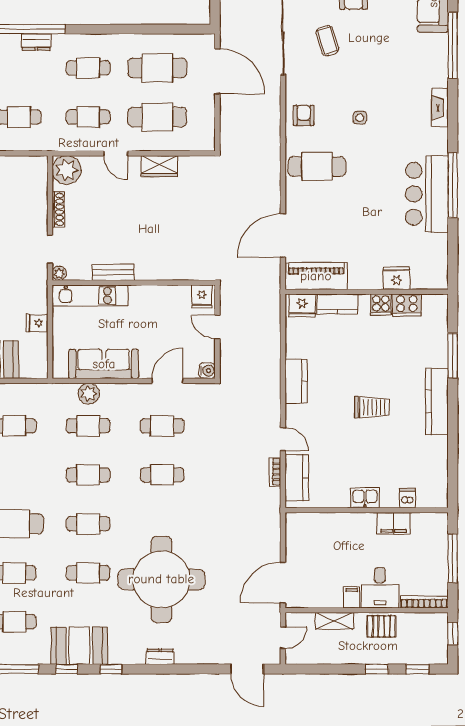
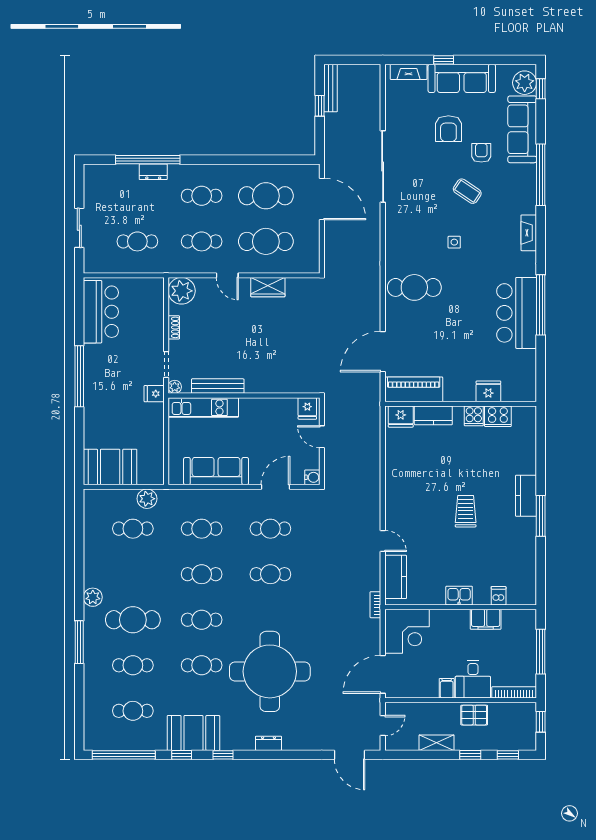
coffee table: (327, 41) -> (467, 191), moved, turned -39
armchair: (304, 116) -> (481, 153), moved
shoe rack: (58, 209) -> (174, 327), width x0.70
bench: (113, 273) -> (218, 386), width x1.36
fridge: (37, 323) -> (154, 394), moved
window: (453, 356) -> (541, 516), moved
kitchen counter: (296, 381) -> (395, 487), removed
plant: (89, 394) -> (147, 499), moved
kitchen counter: (437, 402) -> (526, 496), width x0.67
trolley: (372, 407) -> (466, 511), turned -90
bookcase: (275, 472) -> (375, 605), moved
corner desk: (309, 536) -> (407, 631), added
shelving: (335, 621) -> (437, 743), moved

